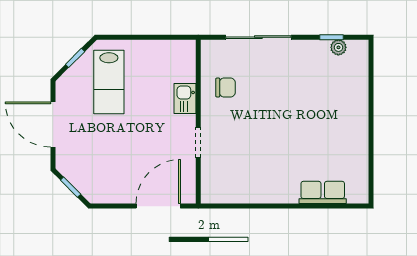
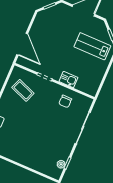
coffee table: (238, 170) -> (23, 90), added

